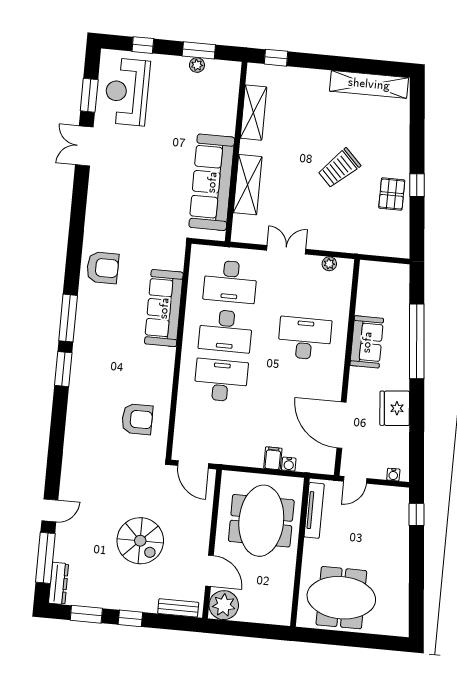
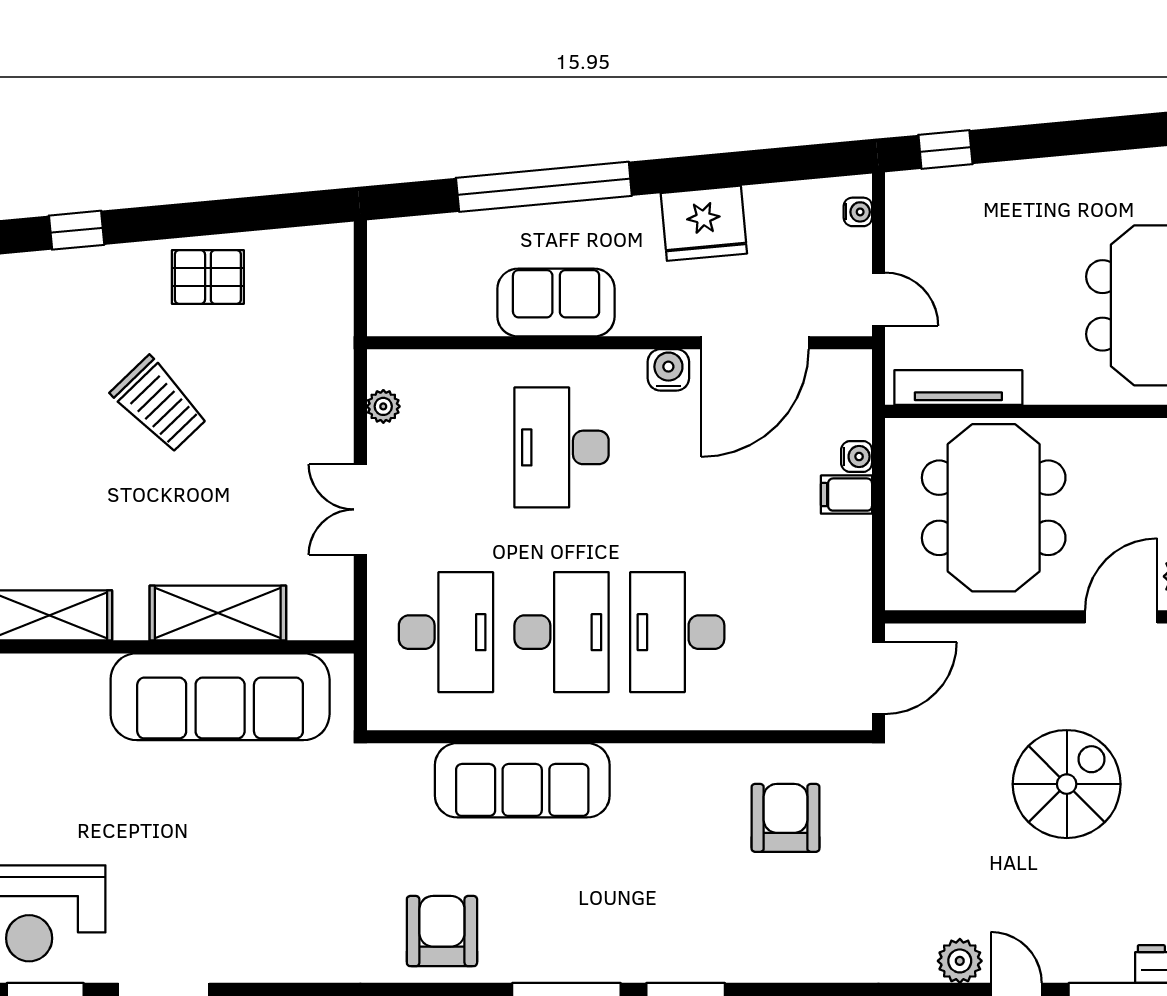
window: (417, 185) -> (77, 230), moved
water cooler: (333, 387) -> (668, 370), added
plant: (69, 488) -> (960, 961), added
meeting table: (261, 521) -> (994, 508), turned 90

